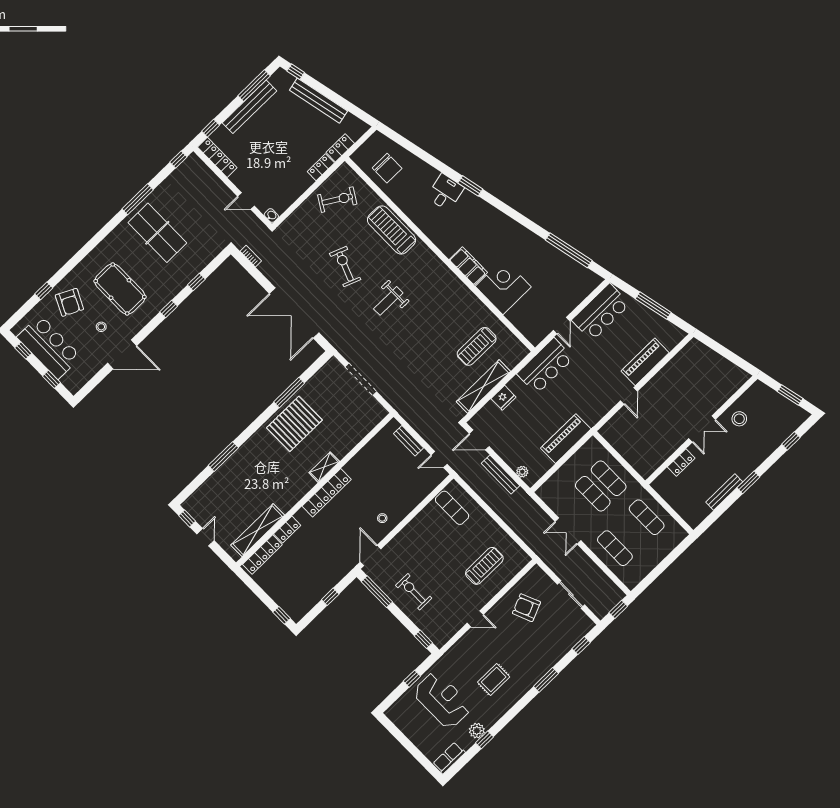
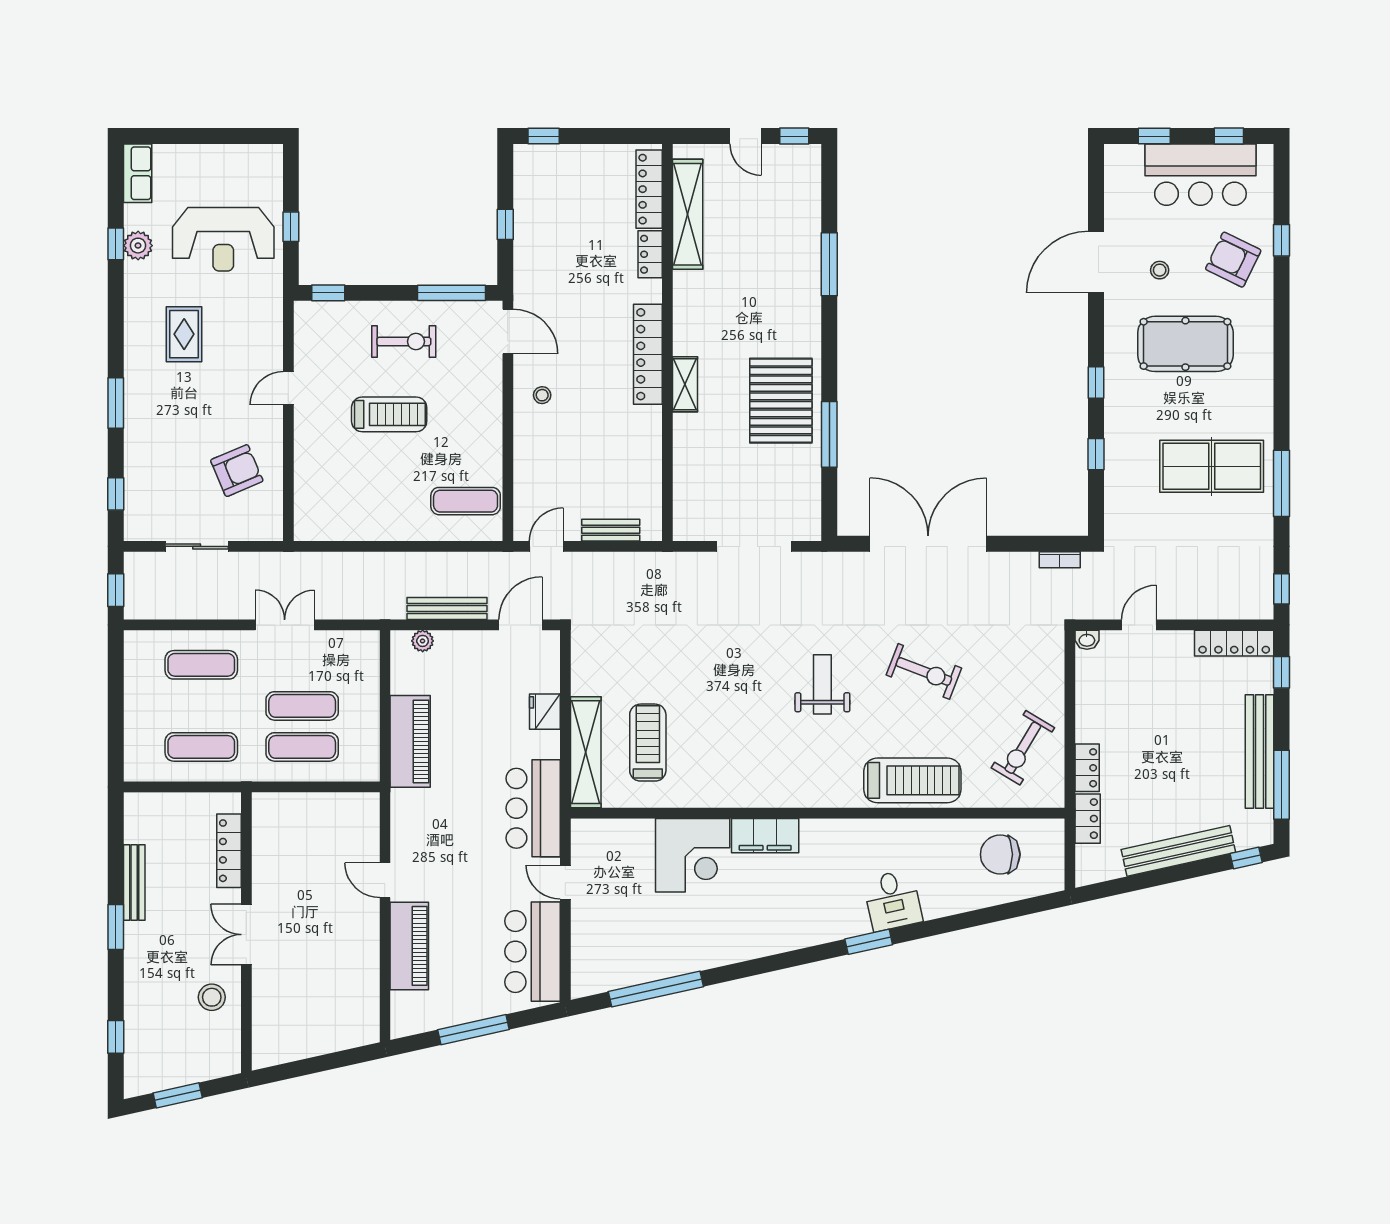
shelving: (483, 387) -> (586, 752), moved
locker: (681, 463) -> (229, 851), width x1.53
treadmill: (484, 566) -> (389, 414), moved, turned -90

